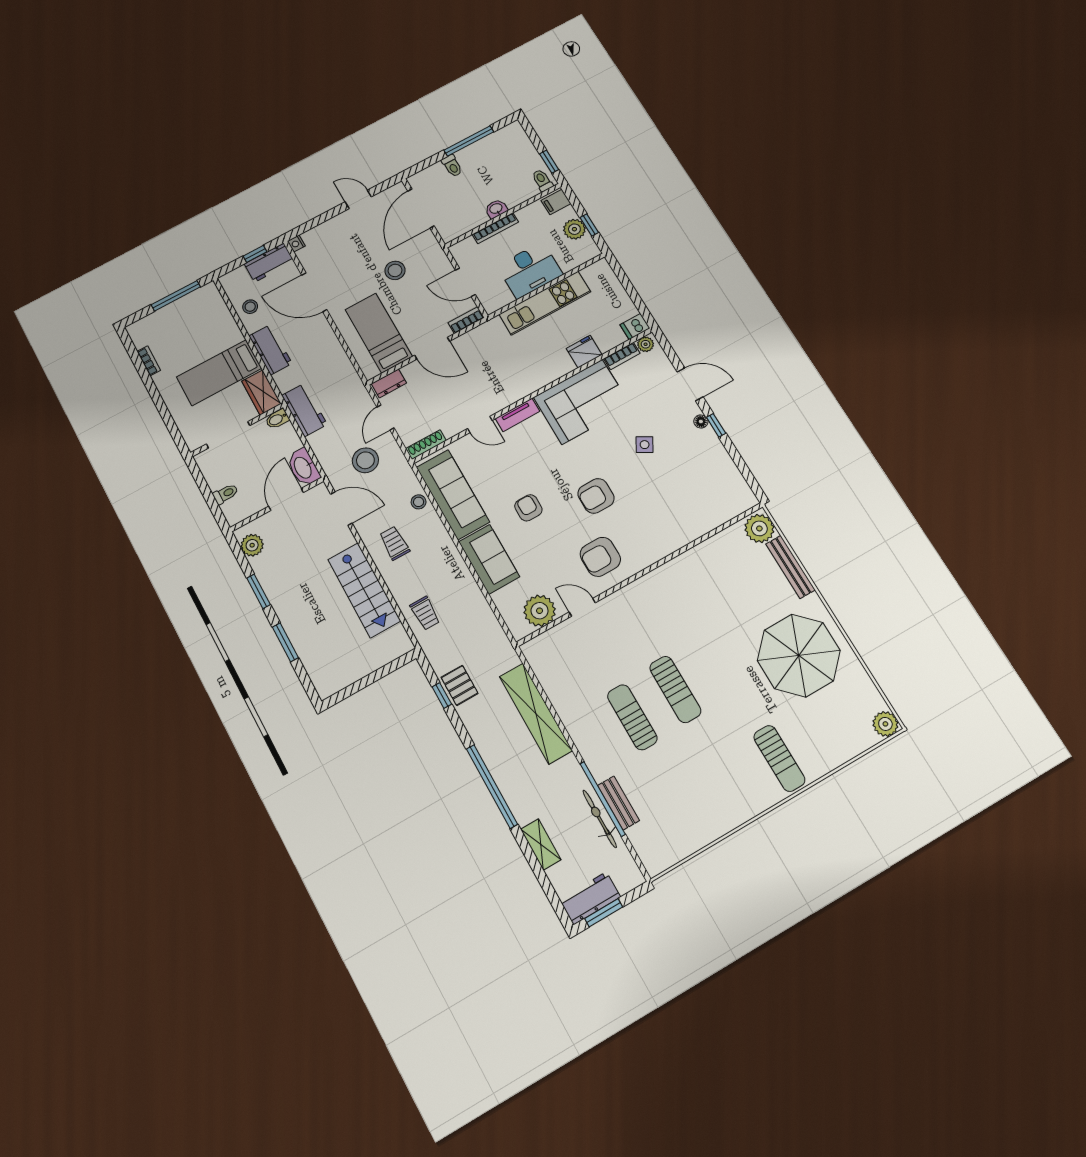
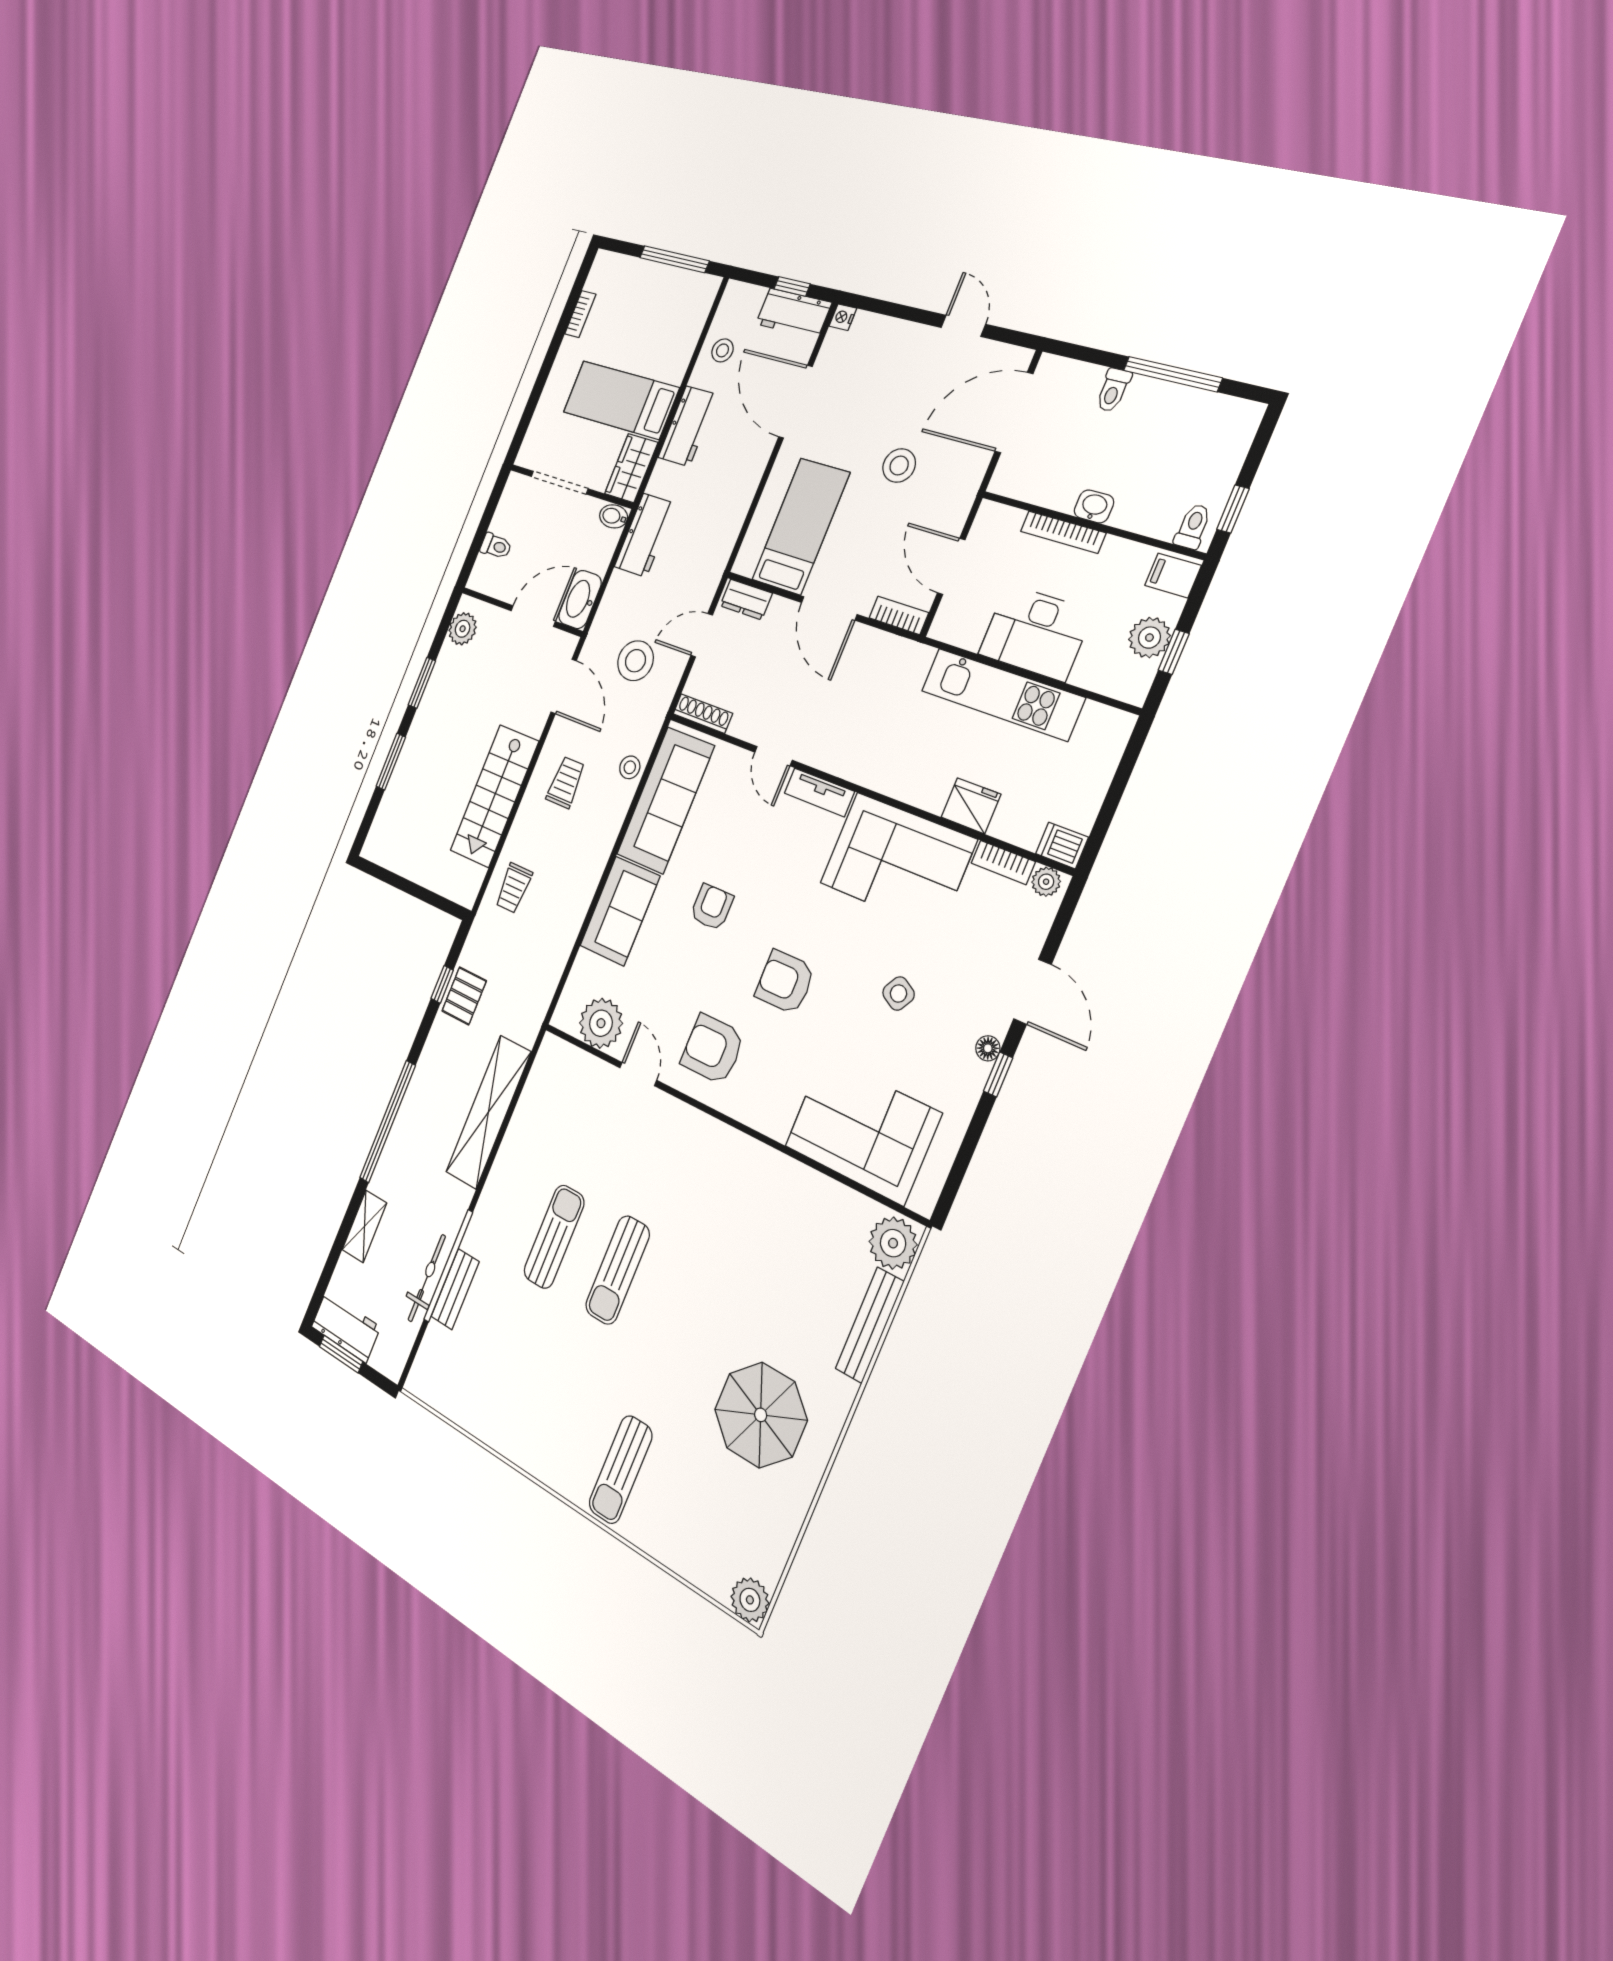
corner sofa: (696, 507) -> (862, 1130), added
parasol: (799, 655) -> (761, 1415), width x0.73, depth x0.73

